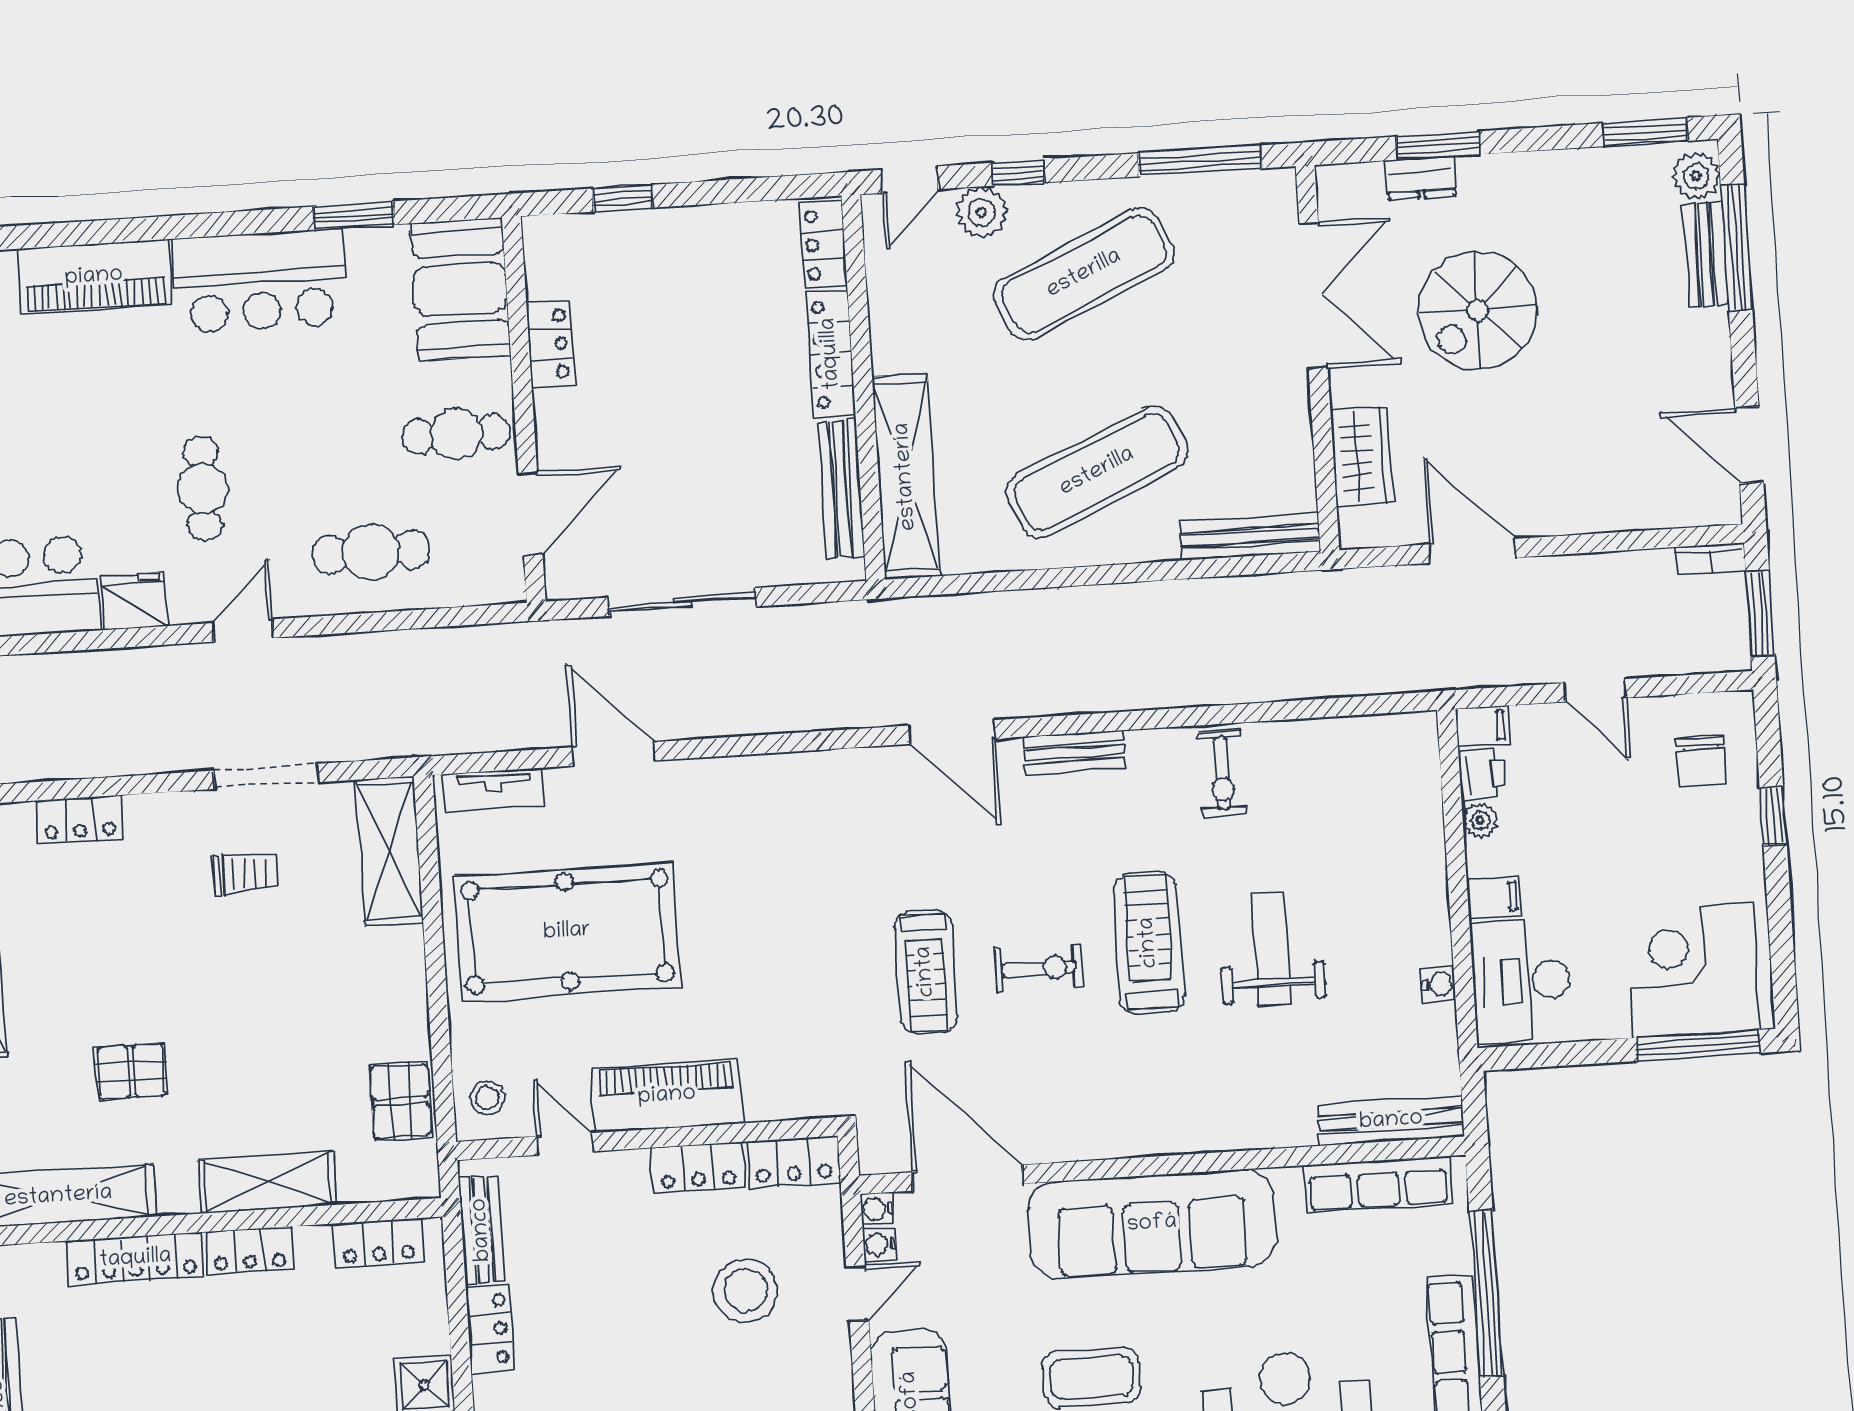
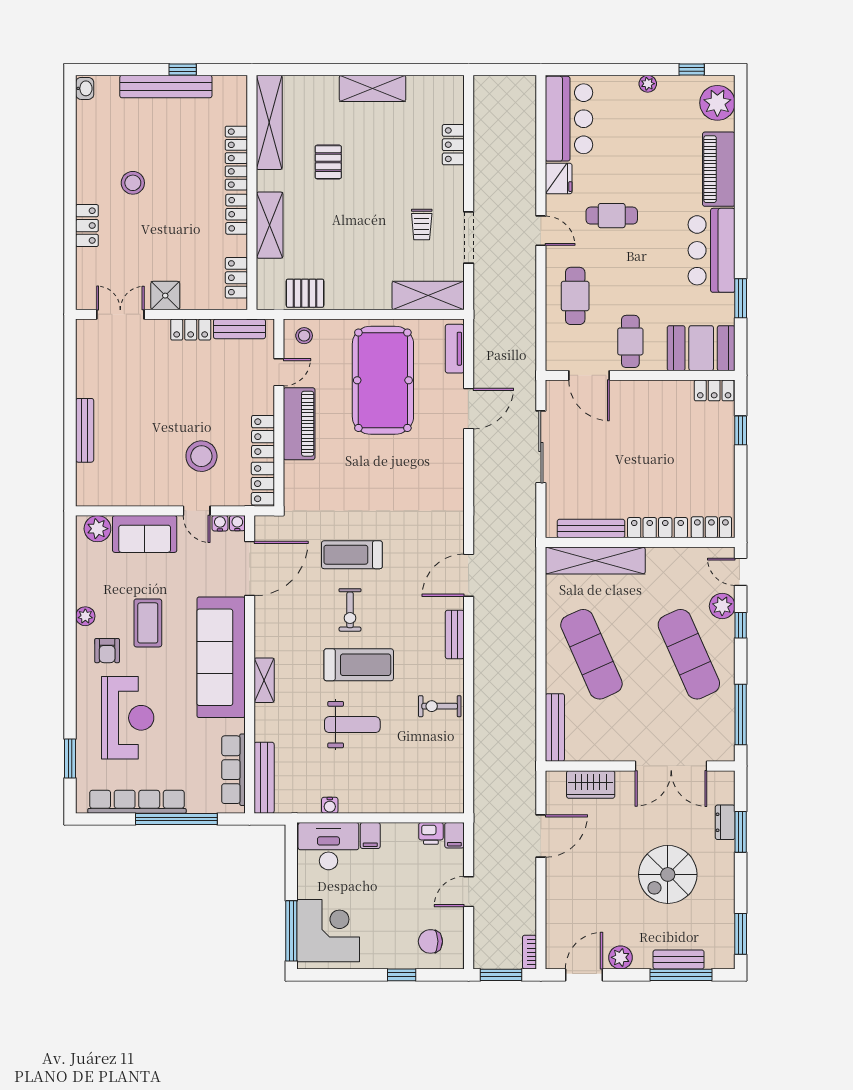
plant: (1696, 176) -> (620, 957), moved
spiral stairs: (1477, 310) -> (668, 874), moved, turned -90
locker: (550, 344) -> (714, 390), moved
plant: (1480, 820) -> (408, 831), removed
shelving: (1193, 1134) -> (264, 680), added

